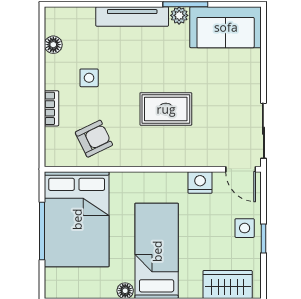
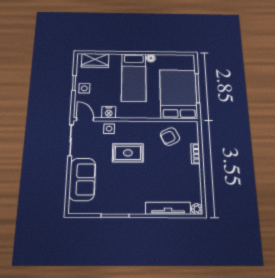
plant: (179, 15) -> (197, 209), moved
tv unit: (132, 16) -> (168, 208), moved
sofa: (226, 27) -> (82, 179), moved, turned 90
floor lamp: (53, 45) -> (196, 191), removed
side table: (89, 78) -> (109, 129), moved

